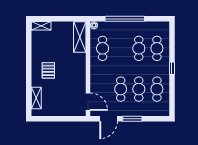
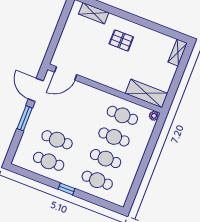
window: (125, 19) -> (147, 156), removed
cafe table: (121, 89) -> (114, 137), moved

